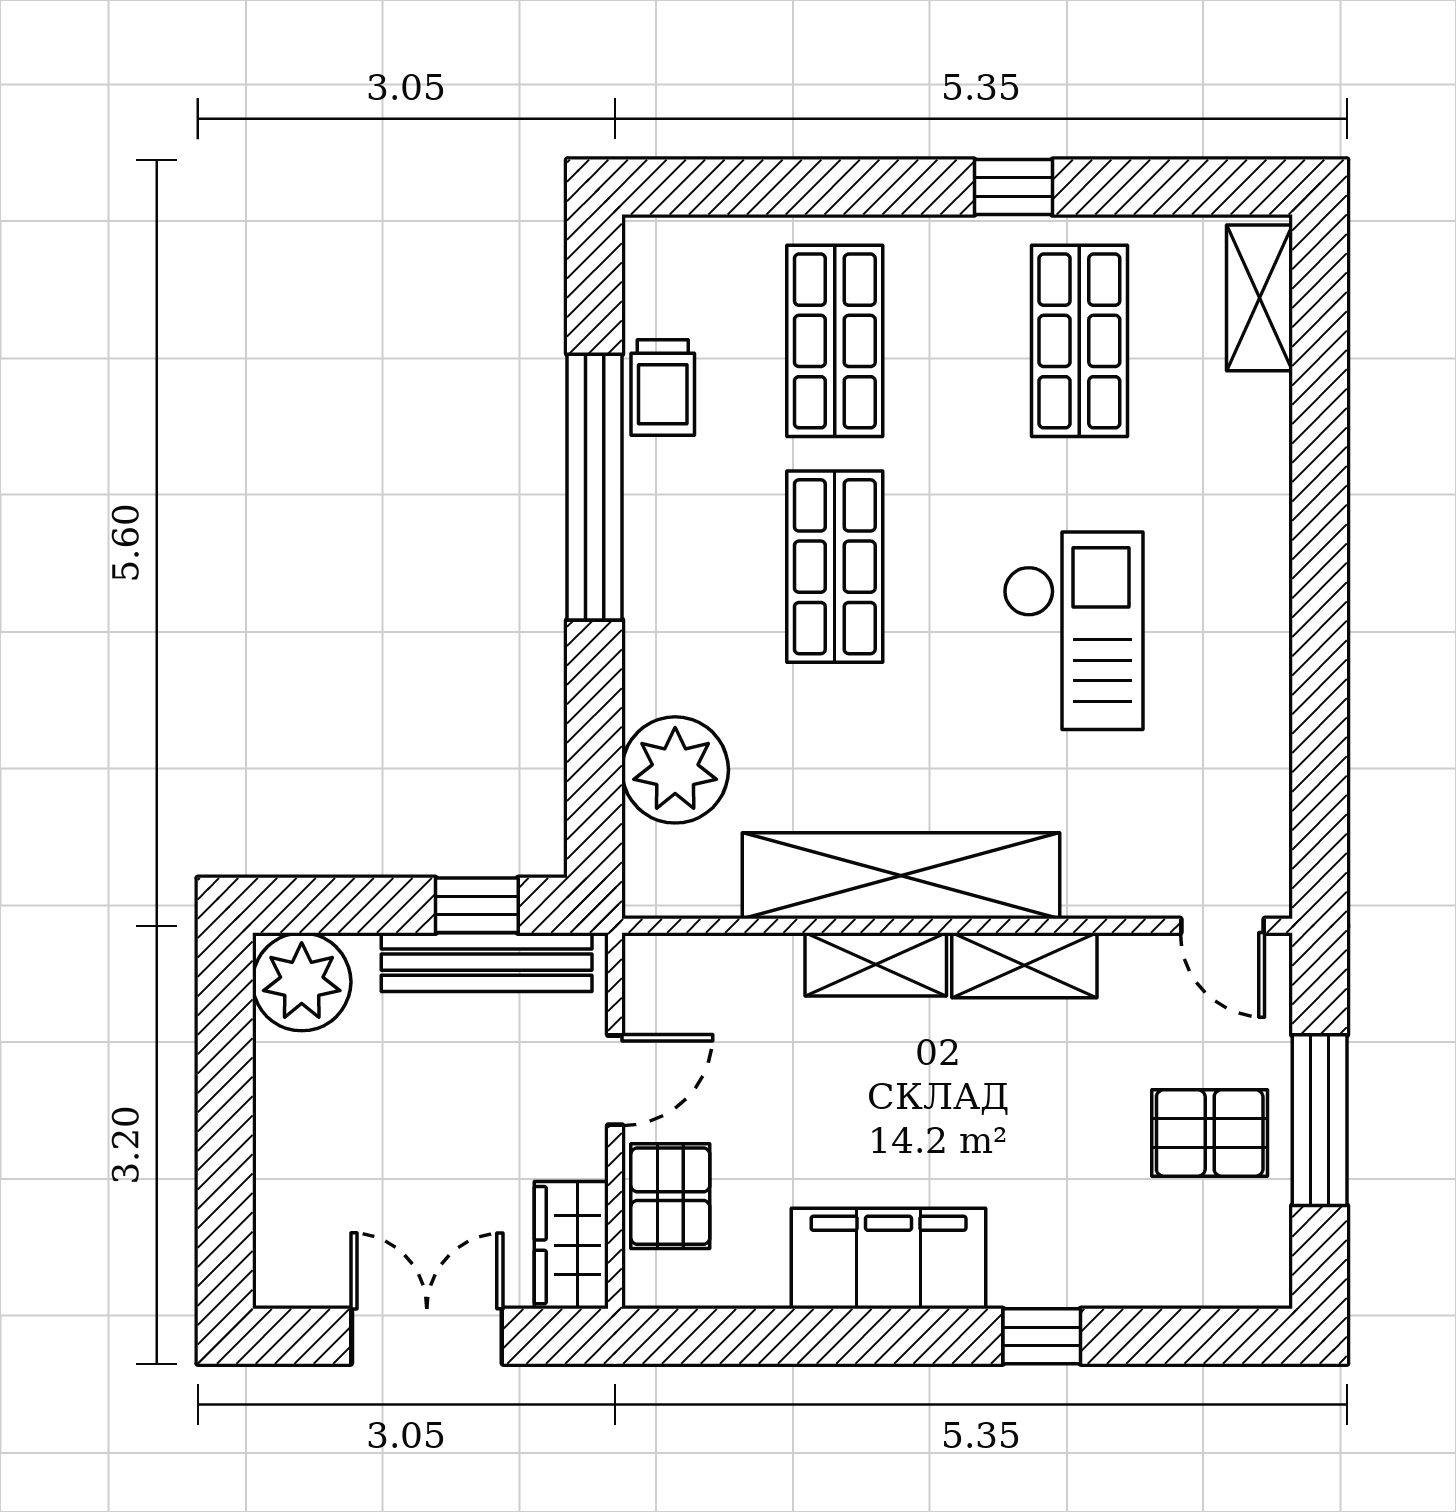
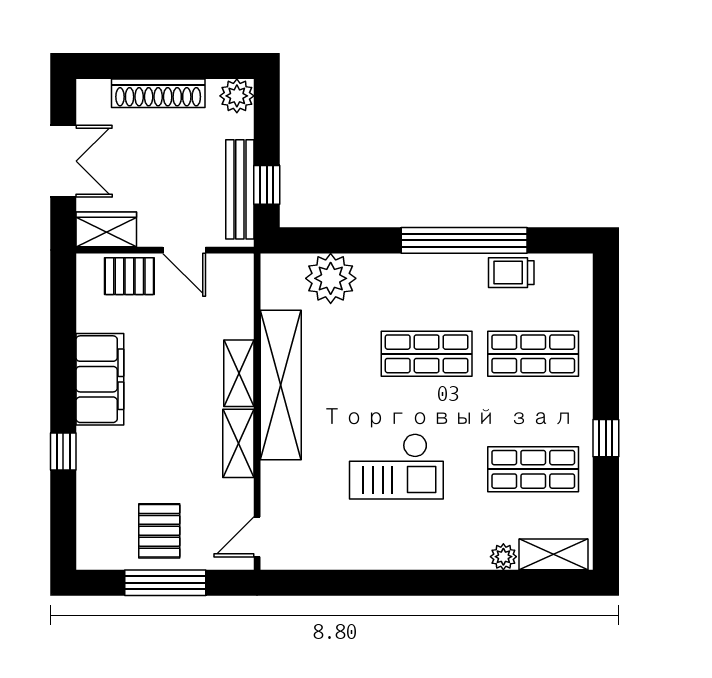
plant: (1265, 404) -> (503, 557), added
plant: (302, 982) -> (237, 96), width x0.73, depth x0.73
shoe rack: (283, 1135) -> (158, 93), added

